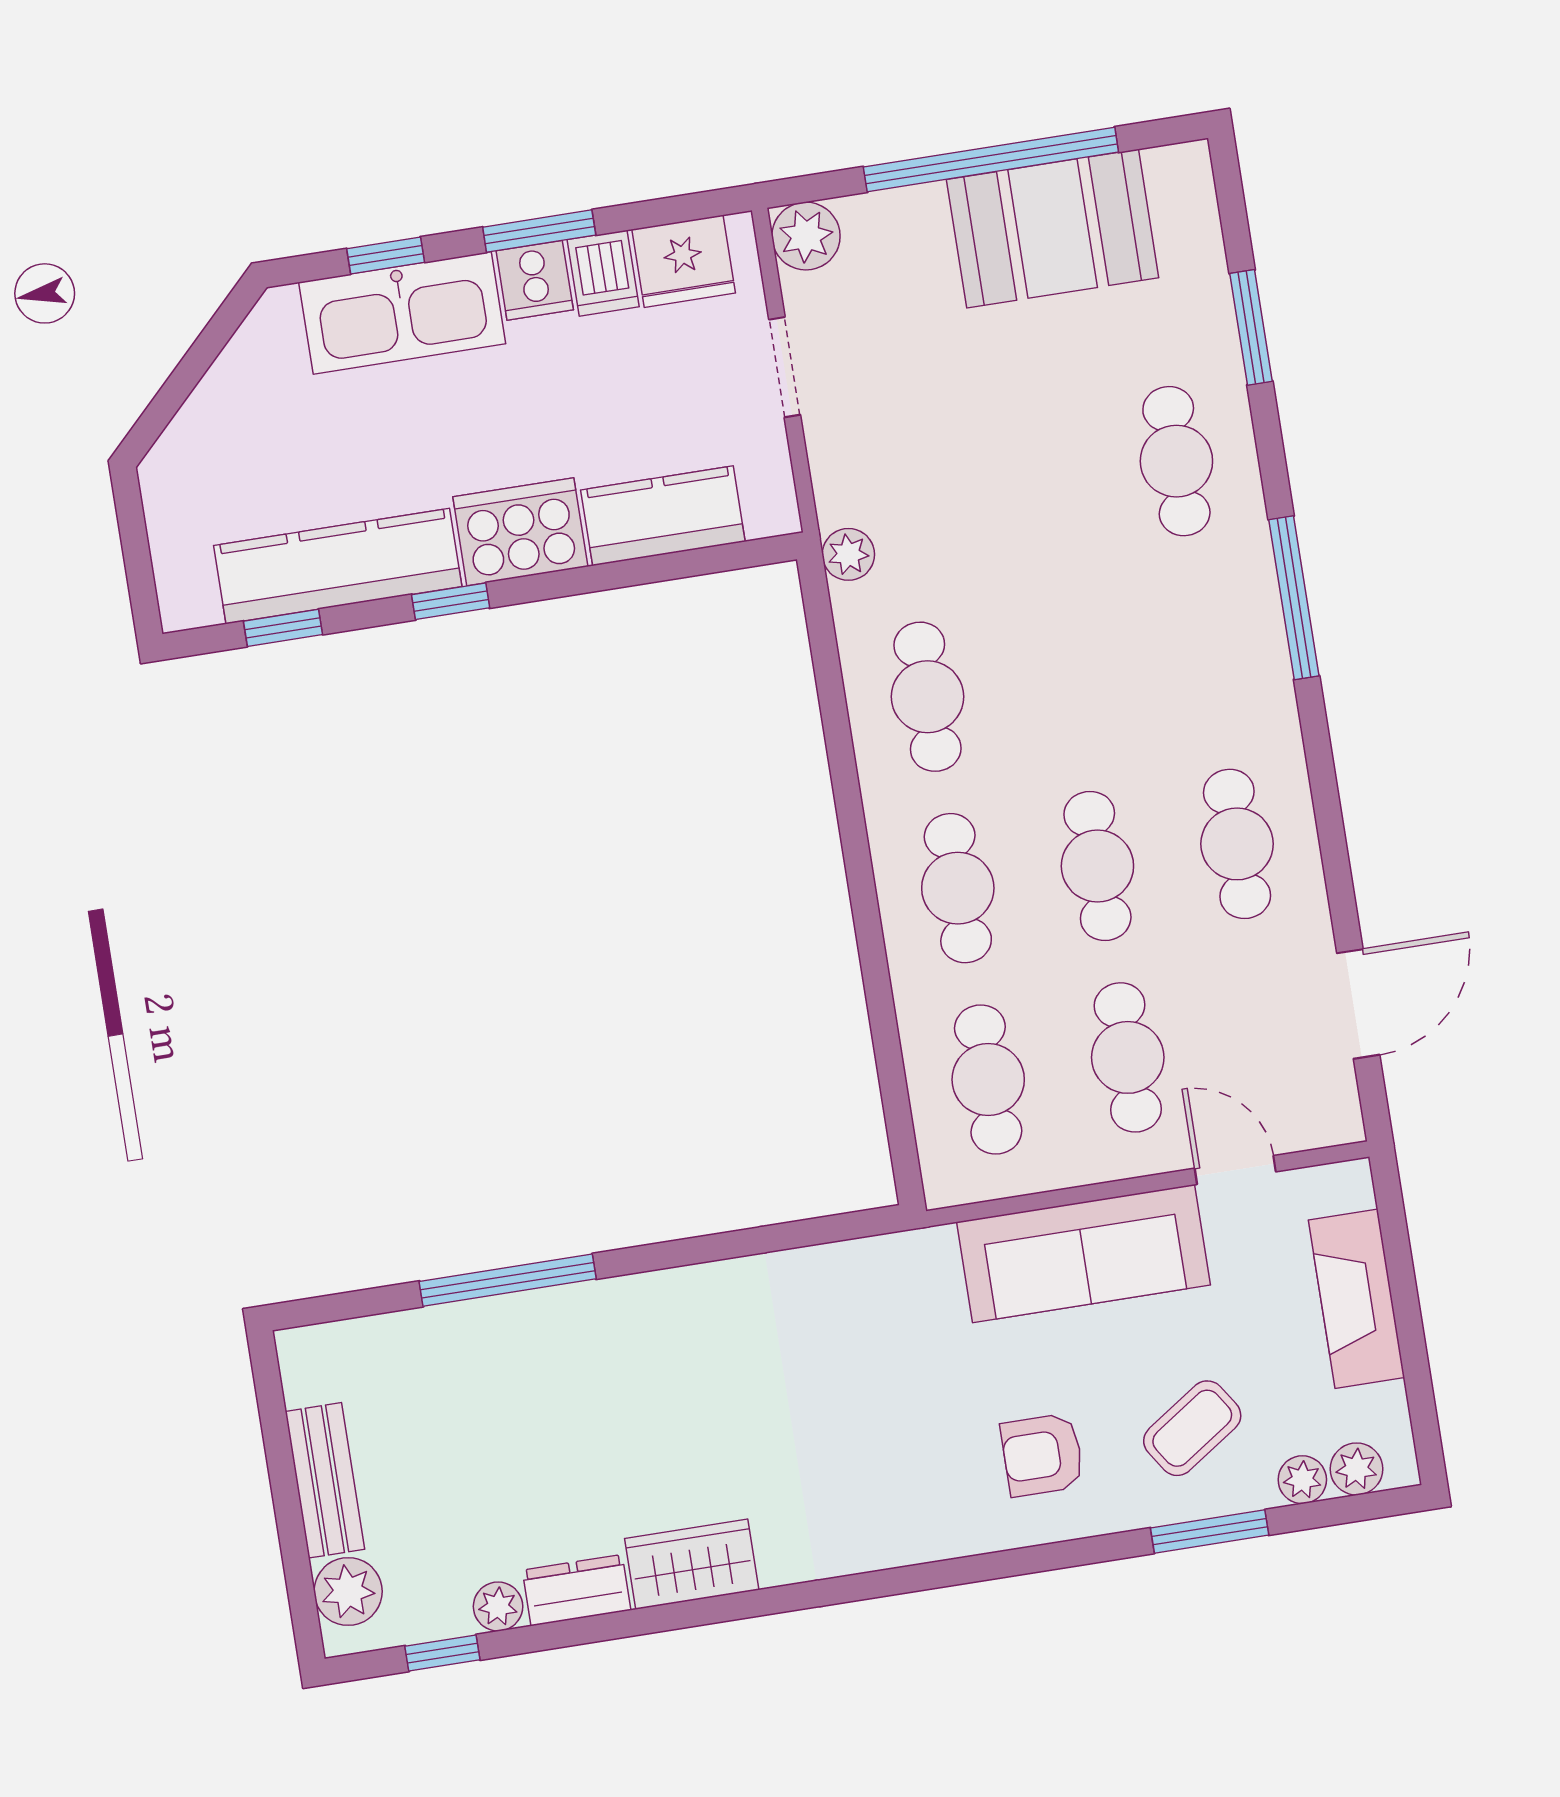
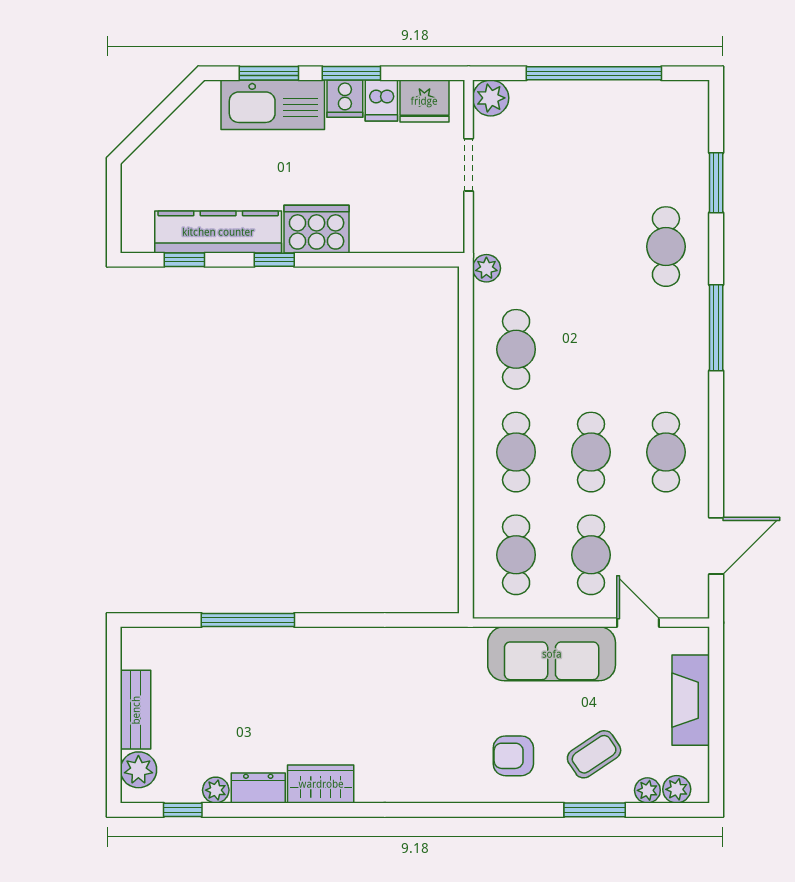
booth: (1053, 229) -> (620, 115), removed
window: (386, 255) -> (269, 73), width x1.50
kitchen counter: (663, 516) -> (393, 233), removed

